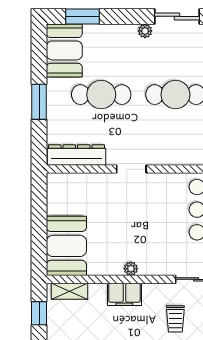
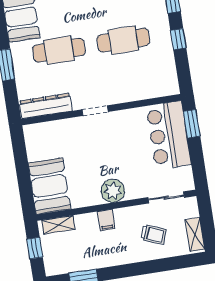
plant: (131, 269) -> (113, 191), width x1.87, depth x1.87
filing cabinet: (124, 294) -> (106, 220), width x0.50
trolley: (175, 319) -> (154, 235), turned -69

